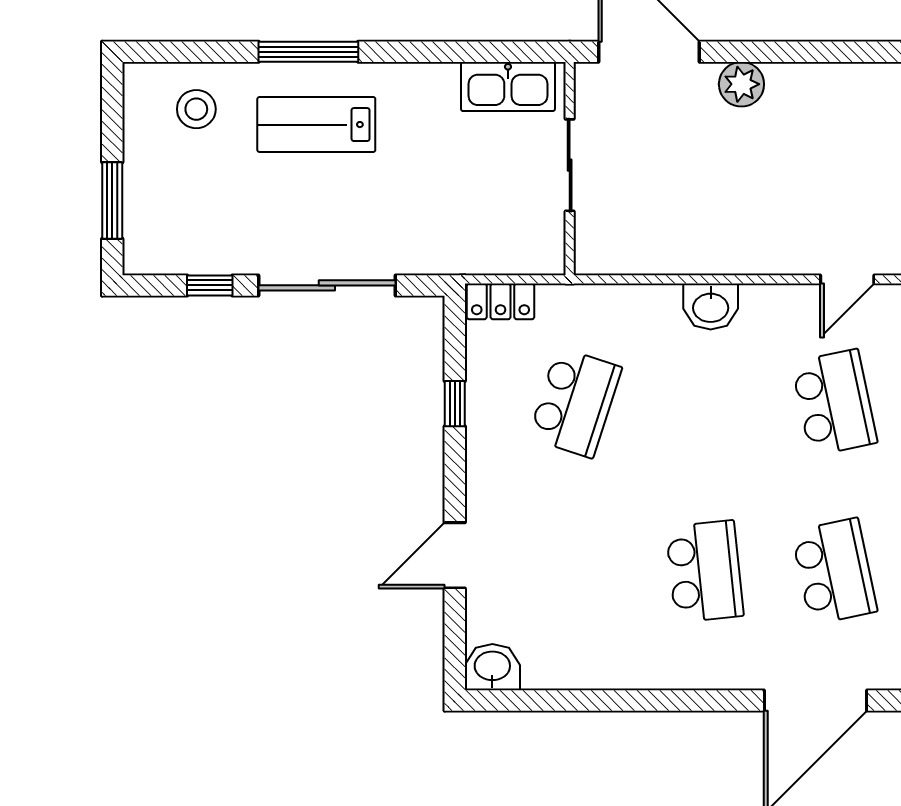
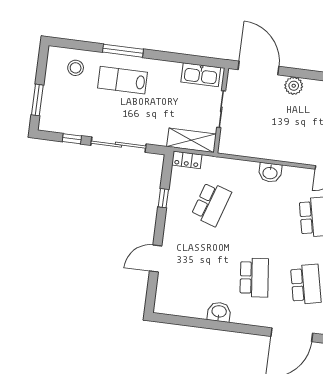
shelving: (506, 252) -> (192, 140), added
washbasin: (492, 667) -> (219, 312), moved

